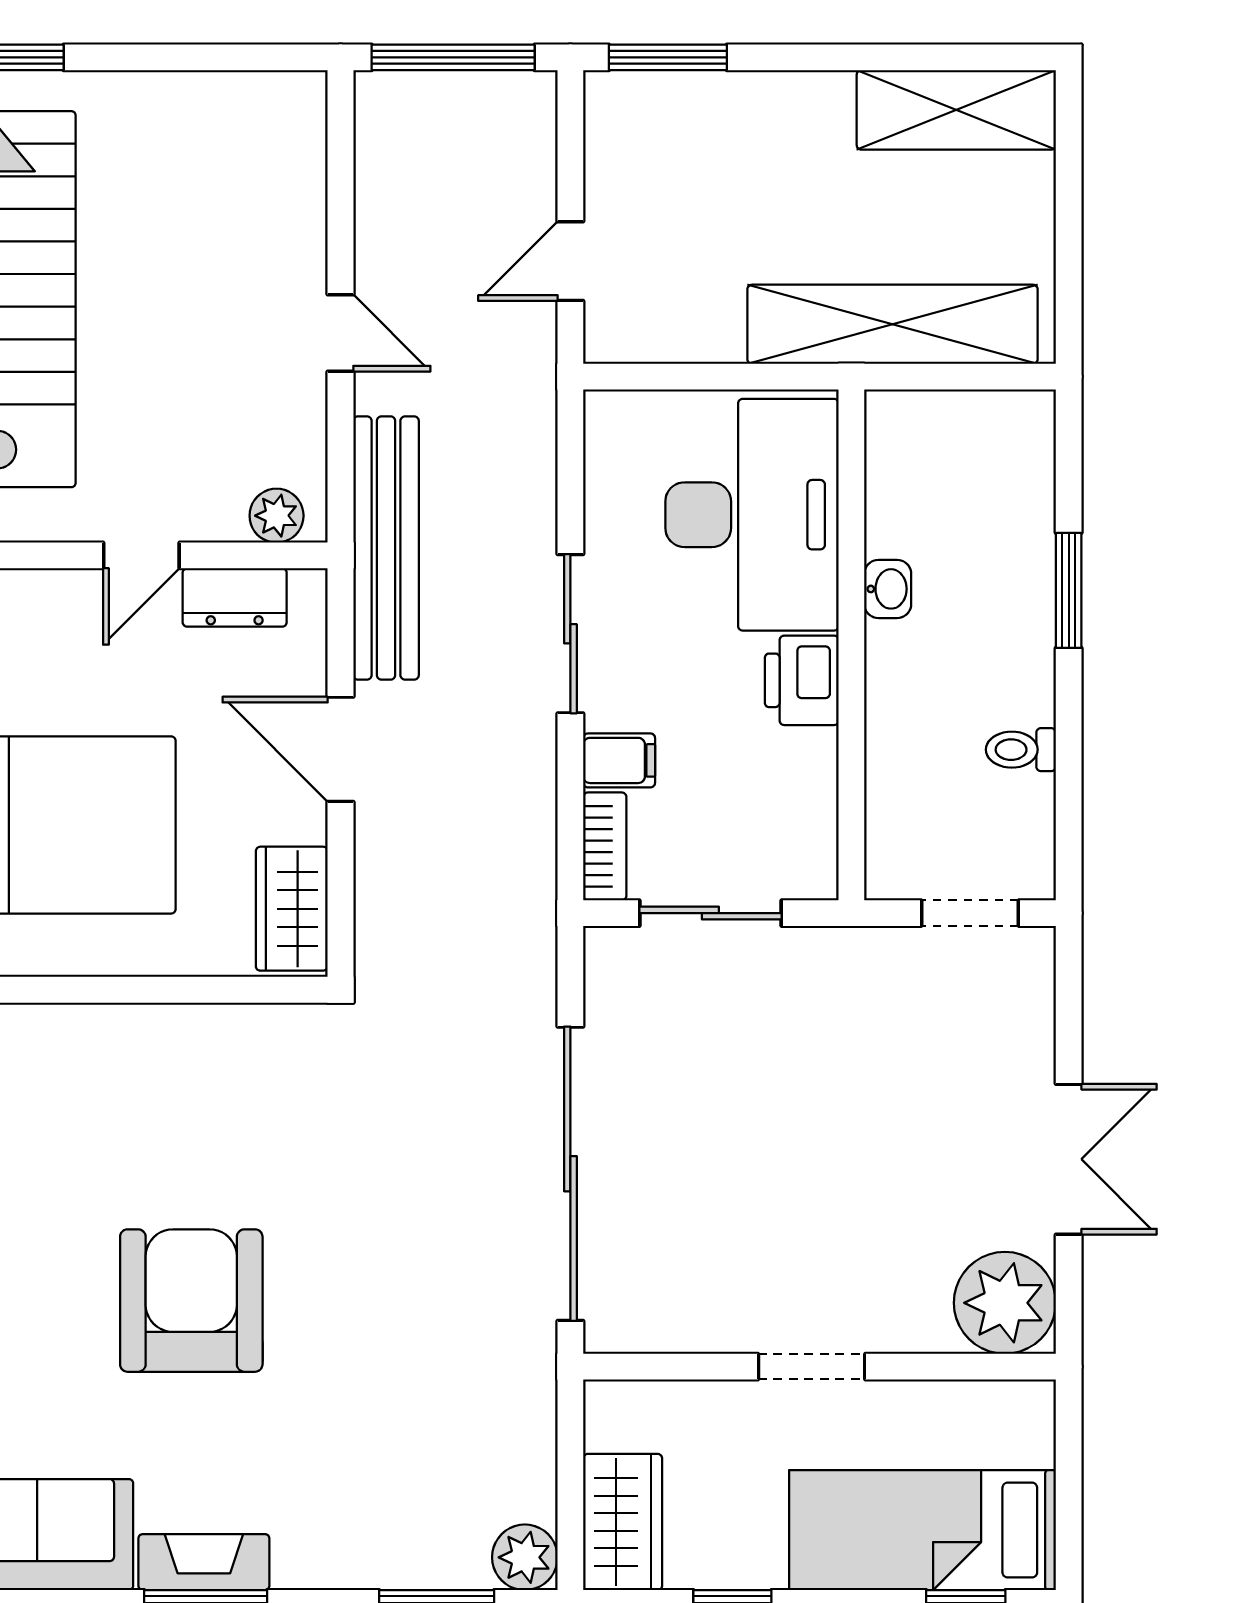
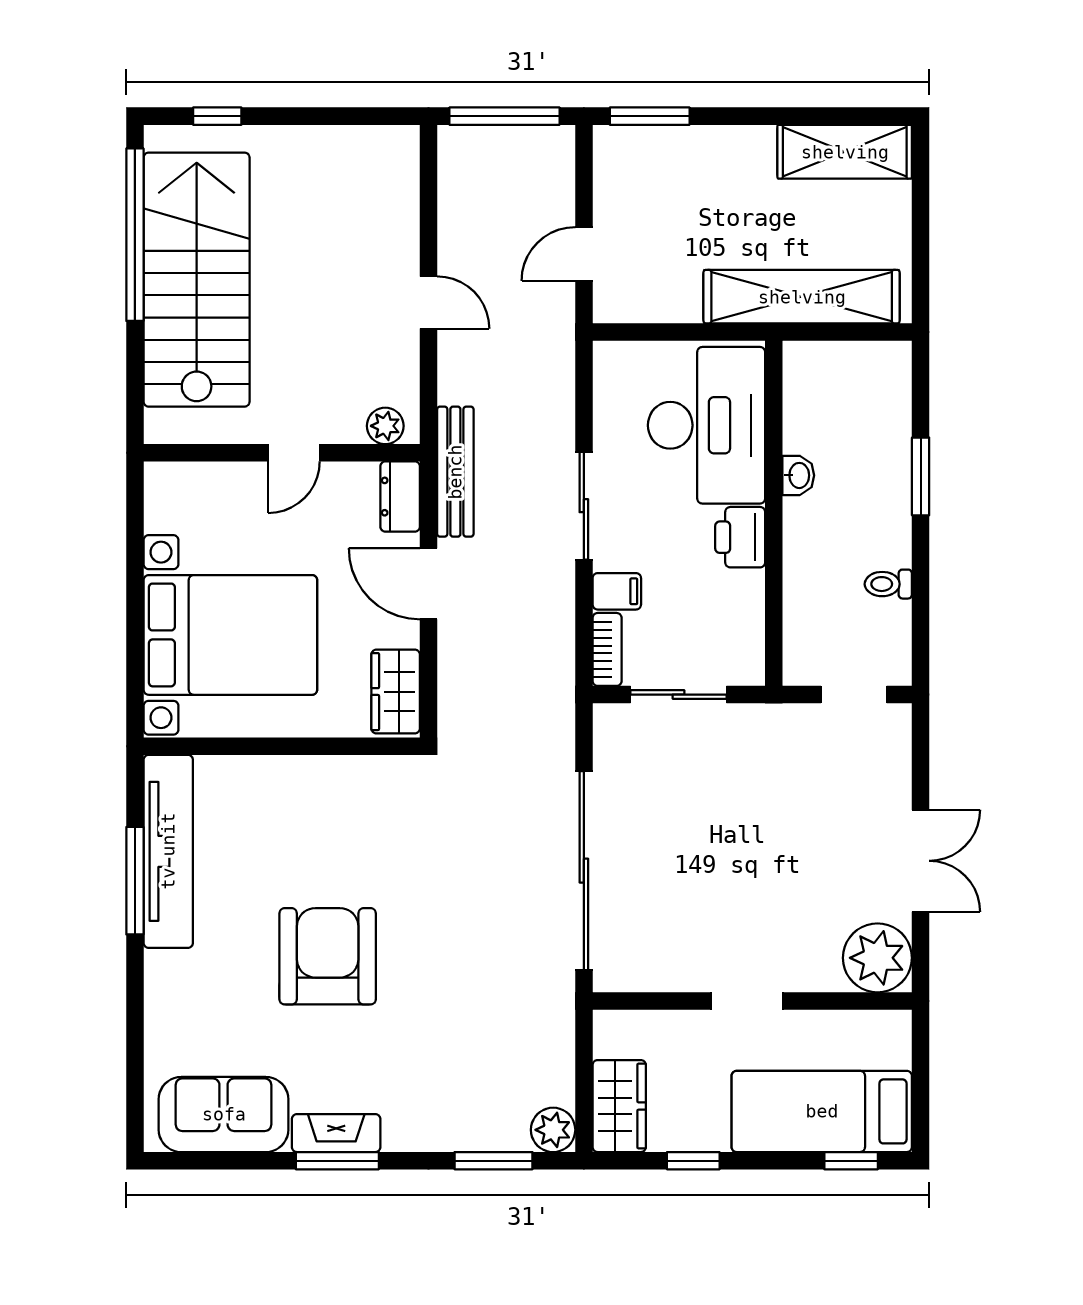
bench: (386, 548) -> (455, 472), width x0.73, depth x0.82
dresser: (235, 597) -> (400, 497), moved, turned 90

